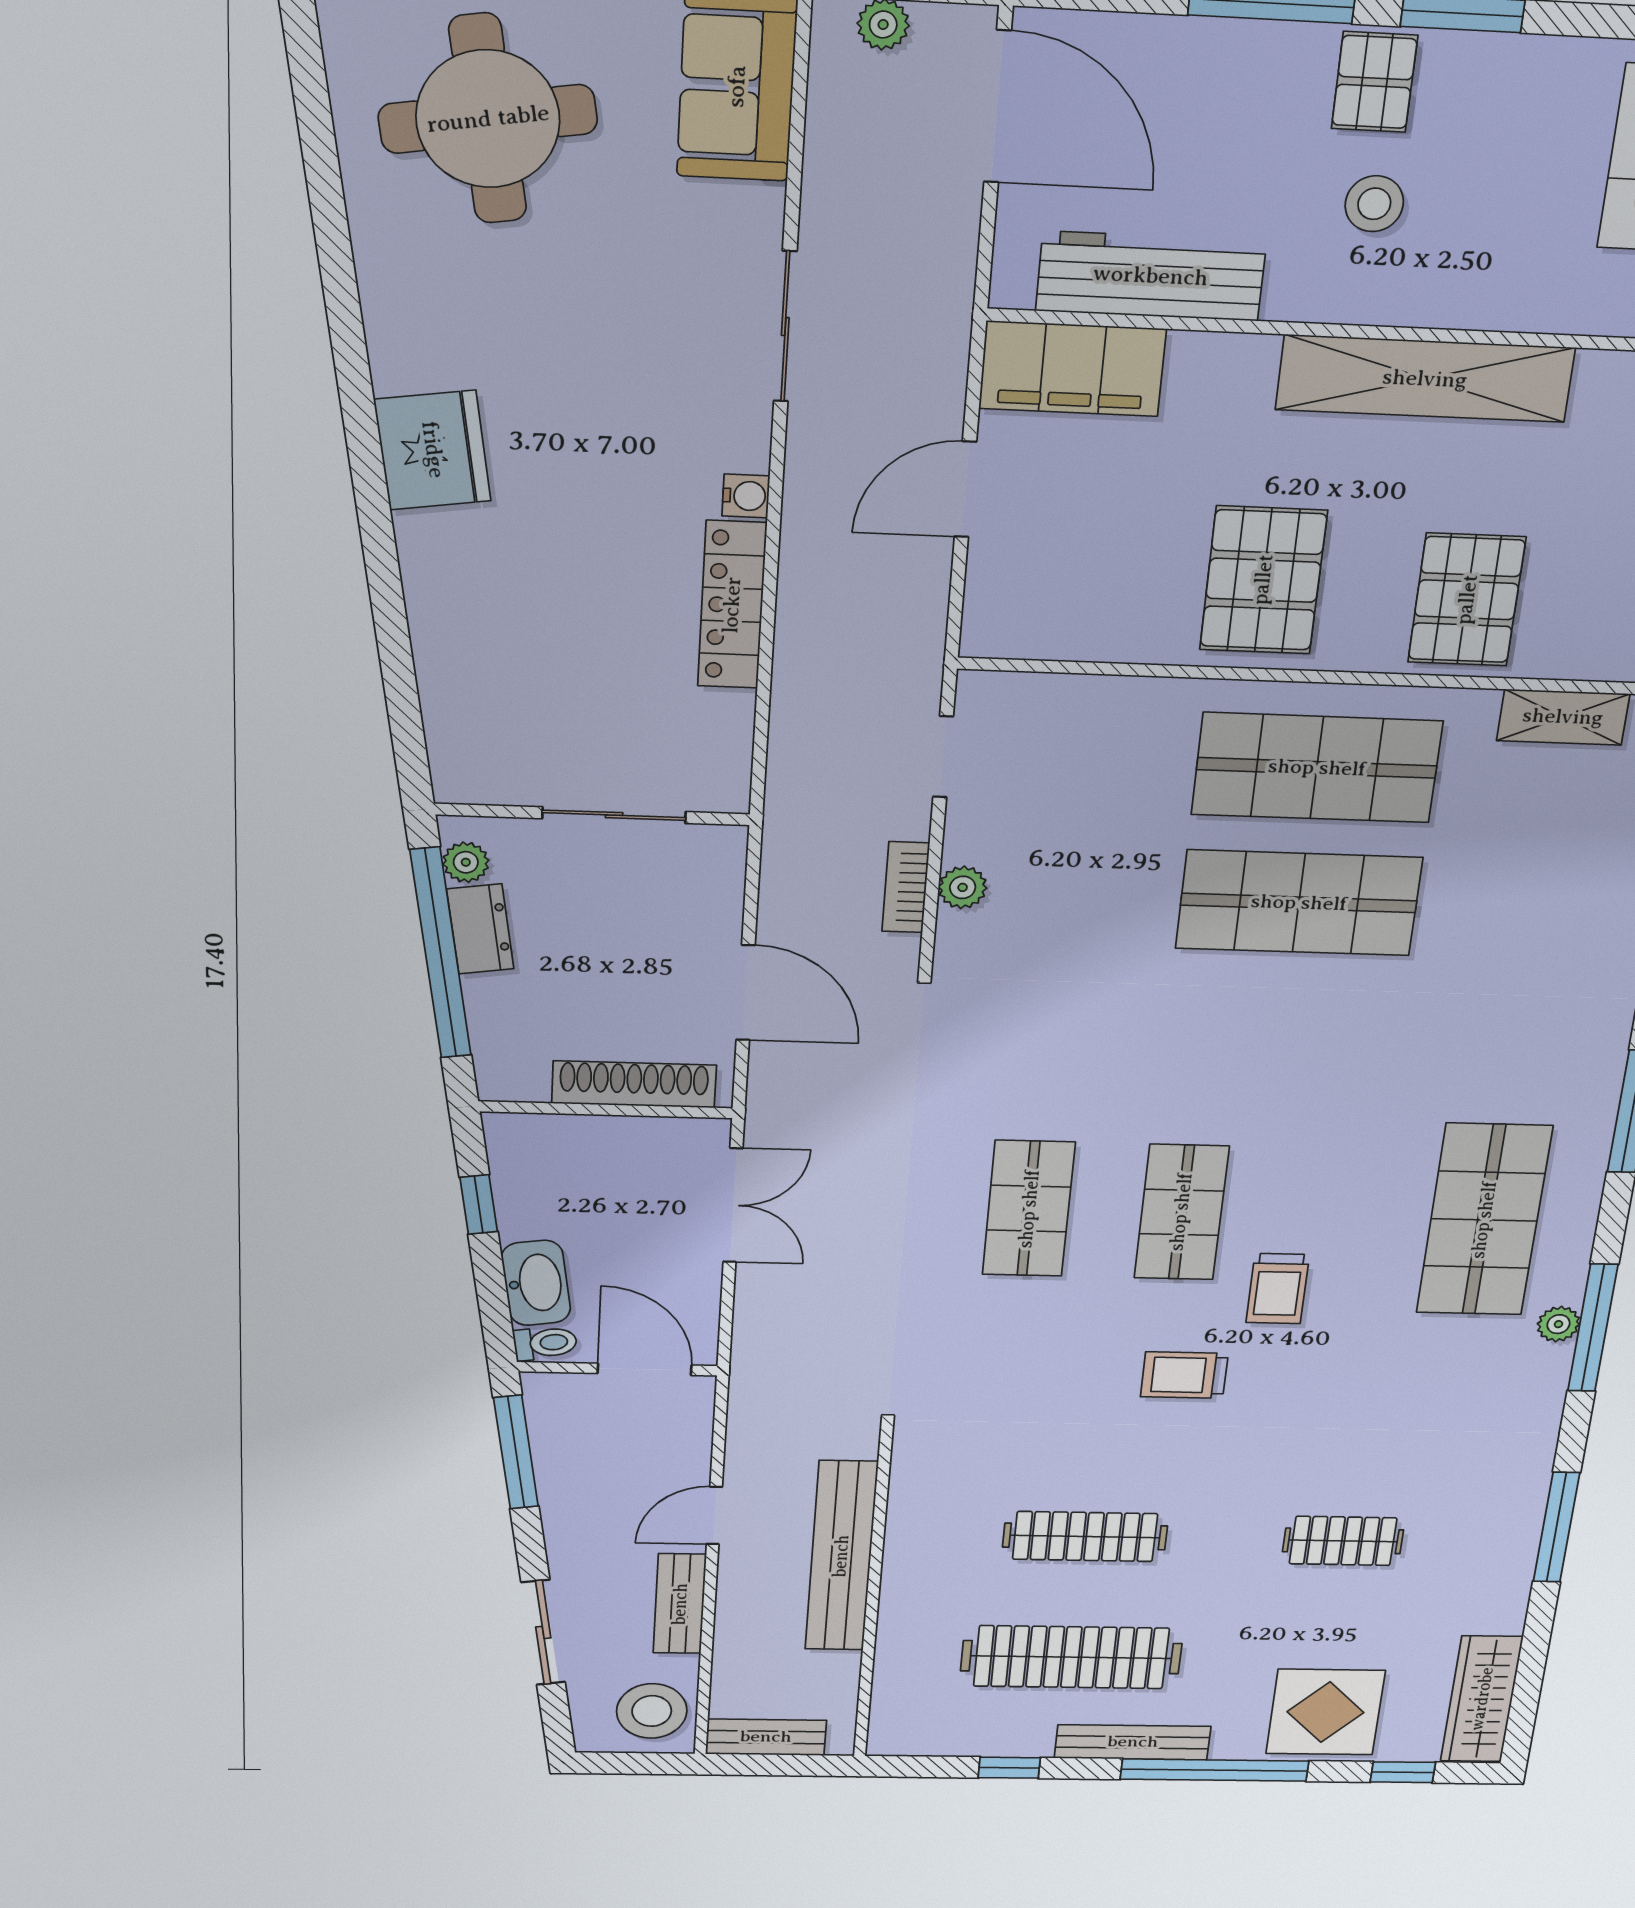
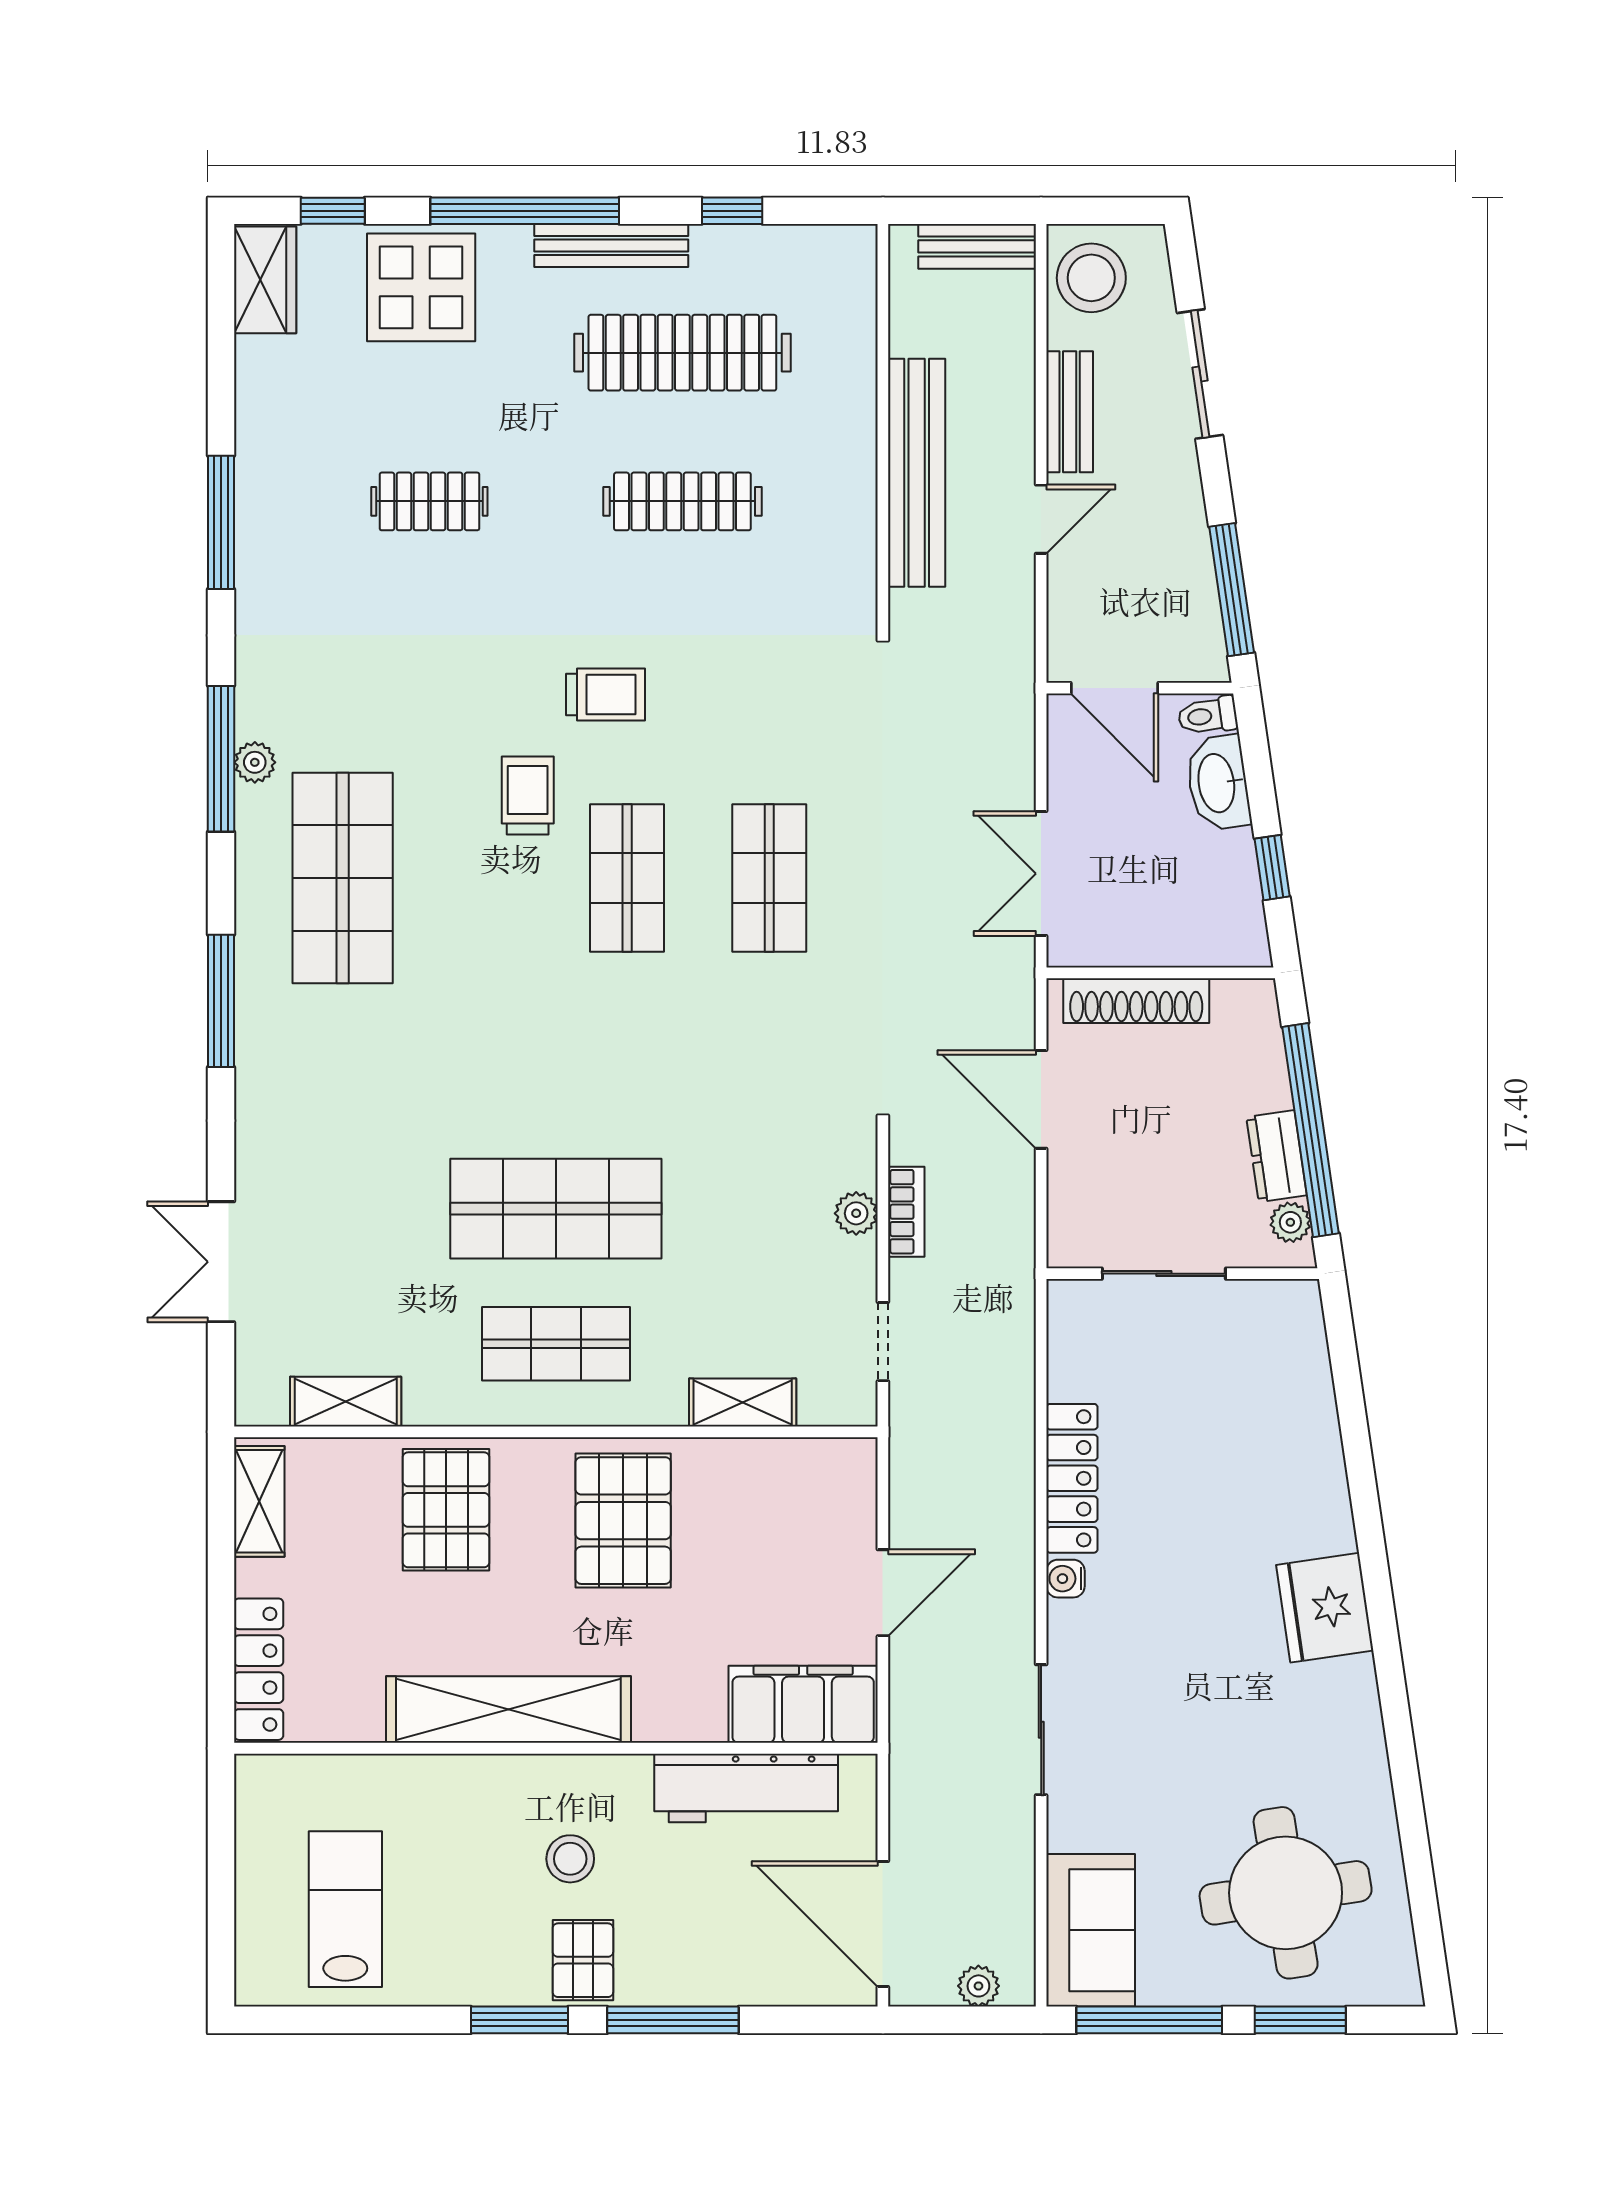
shelving: (1111, 700) -> (743, 1402), added
shop shelf: (1317, 768) -> (556, 1344), width x0.70, depth x0.74
wardrobe: (1482, 1699) -> (265, 280), width x0.67

